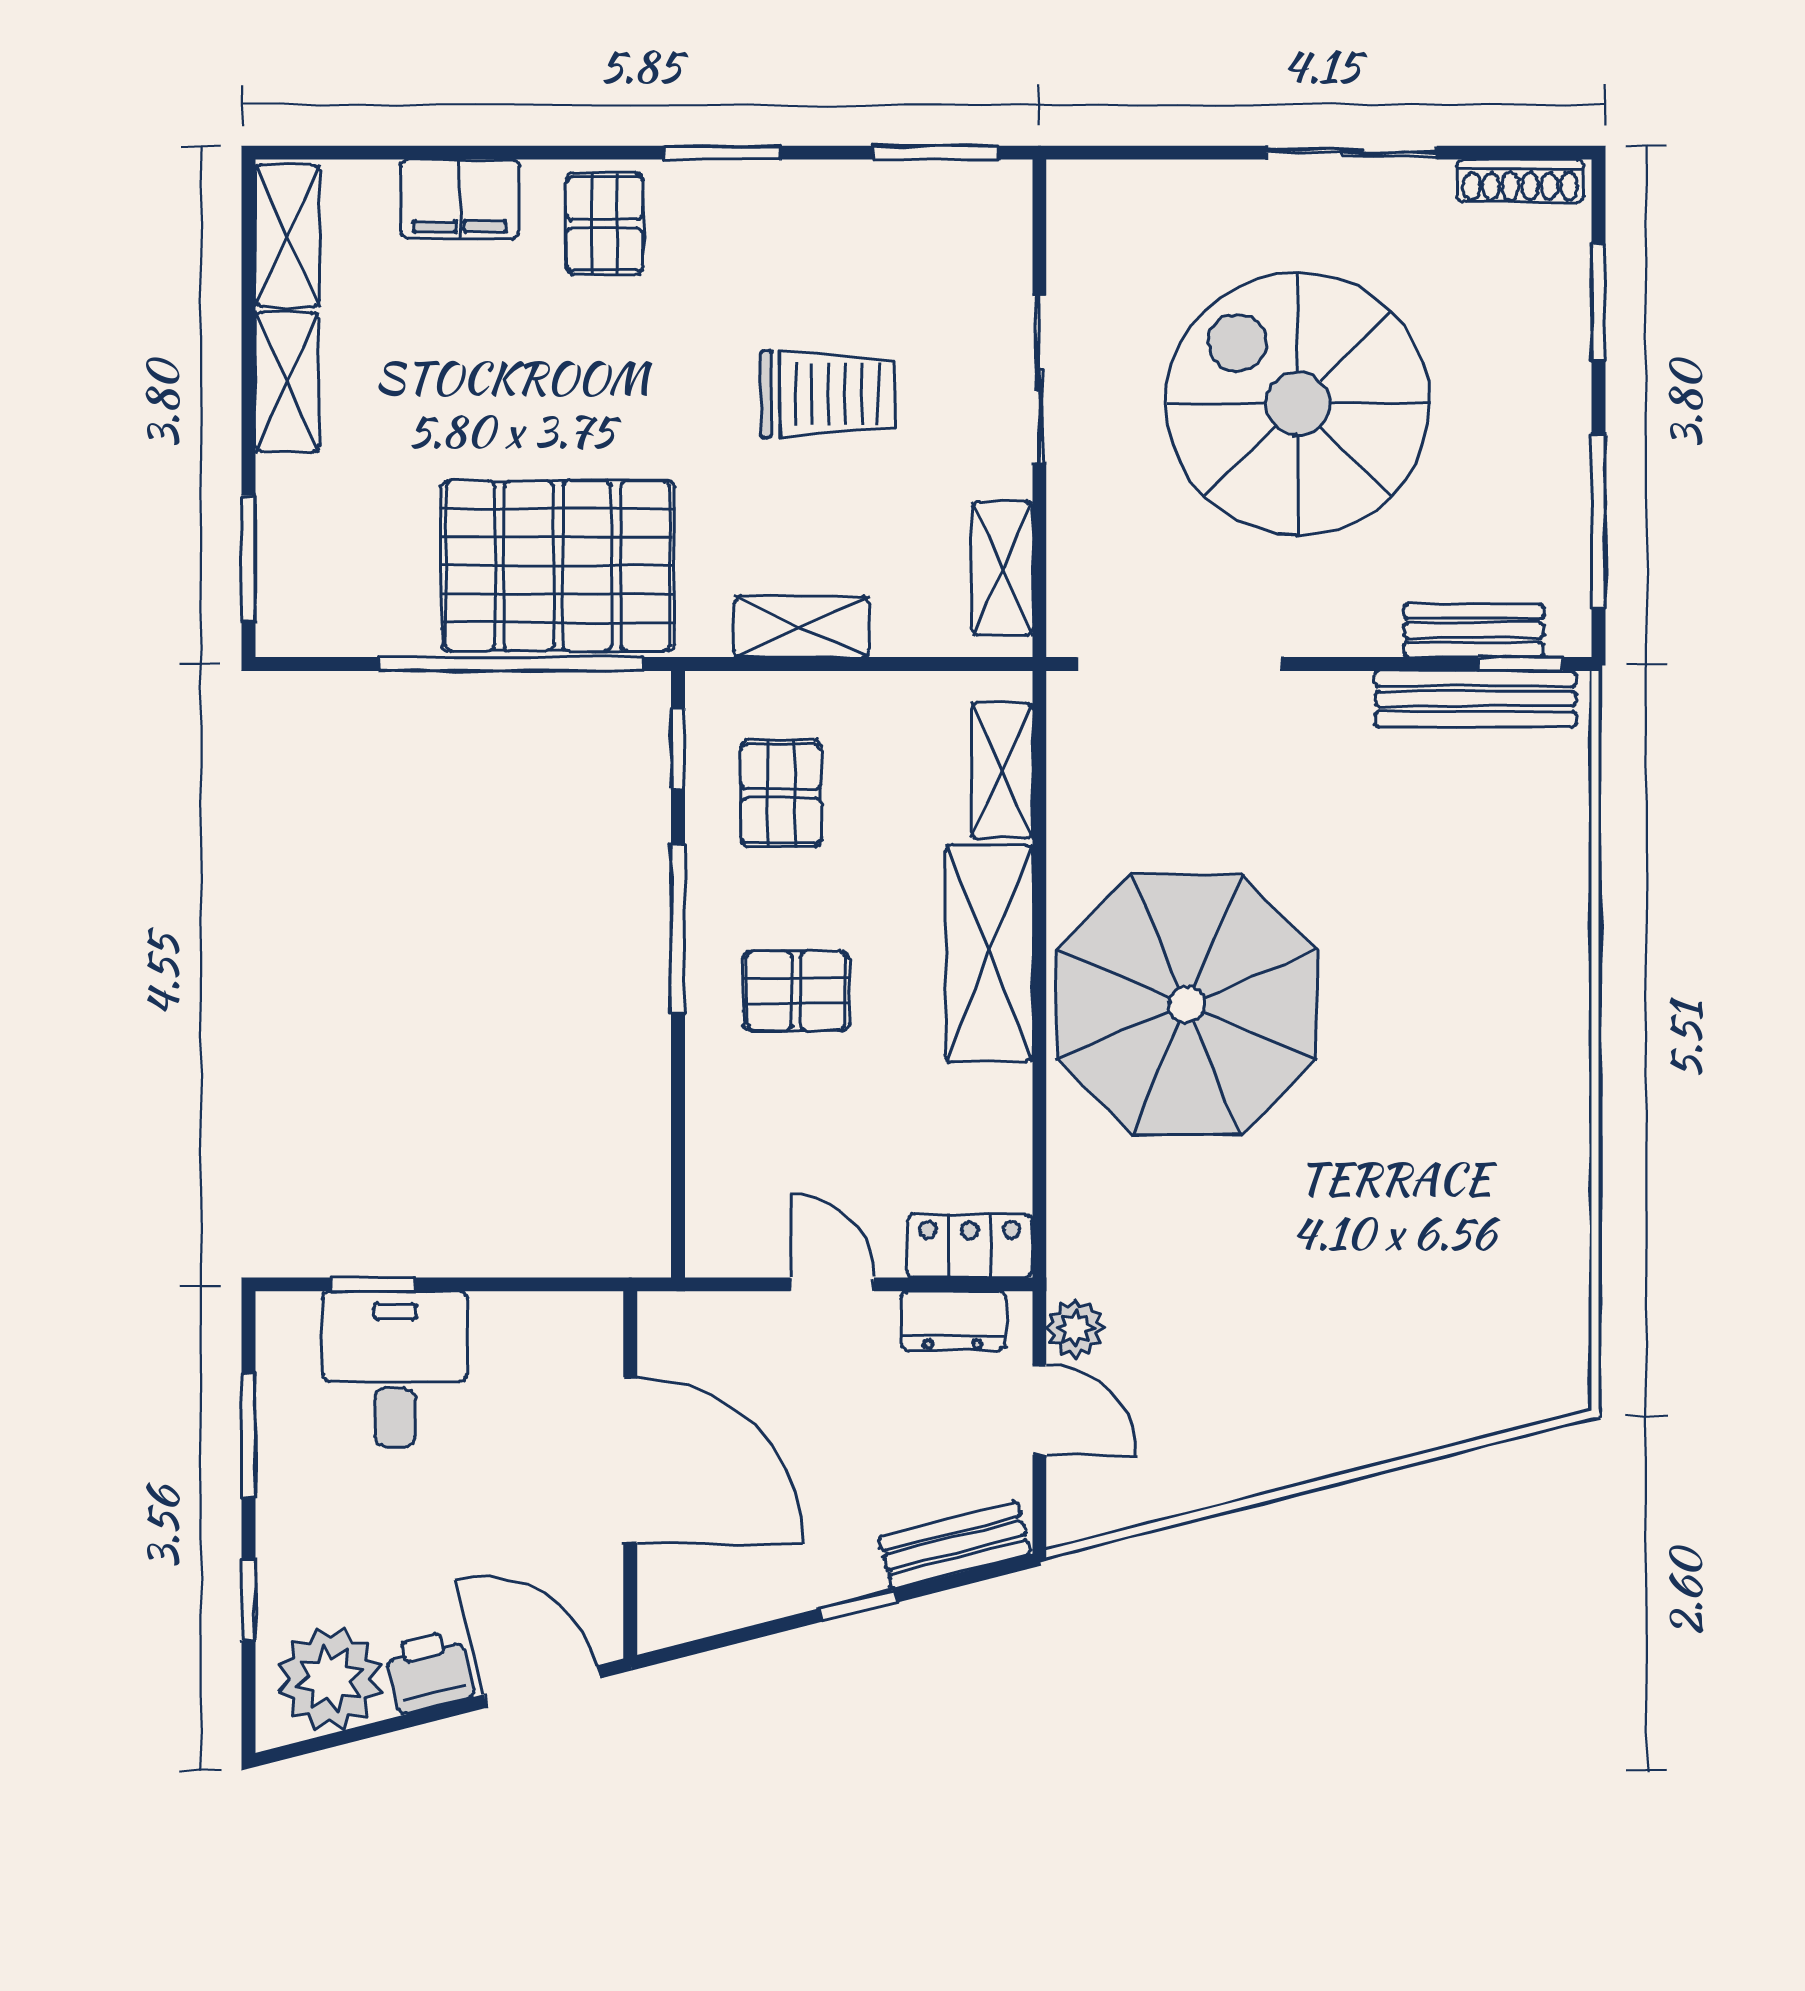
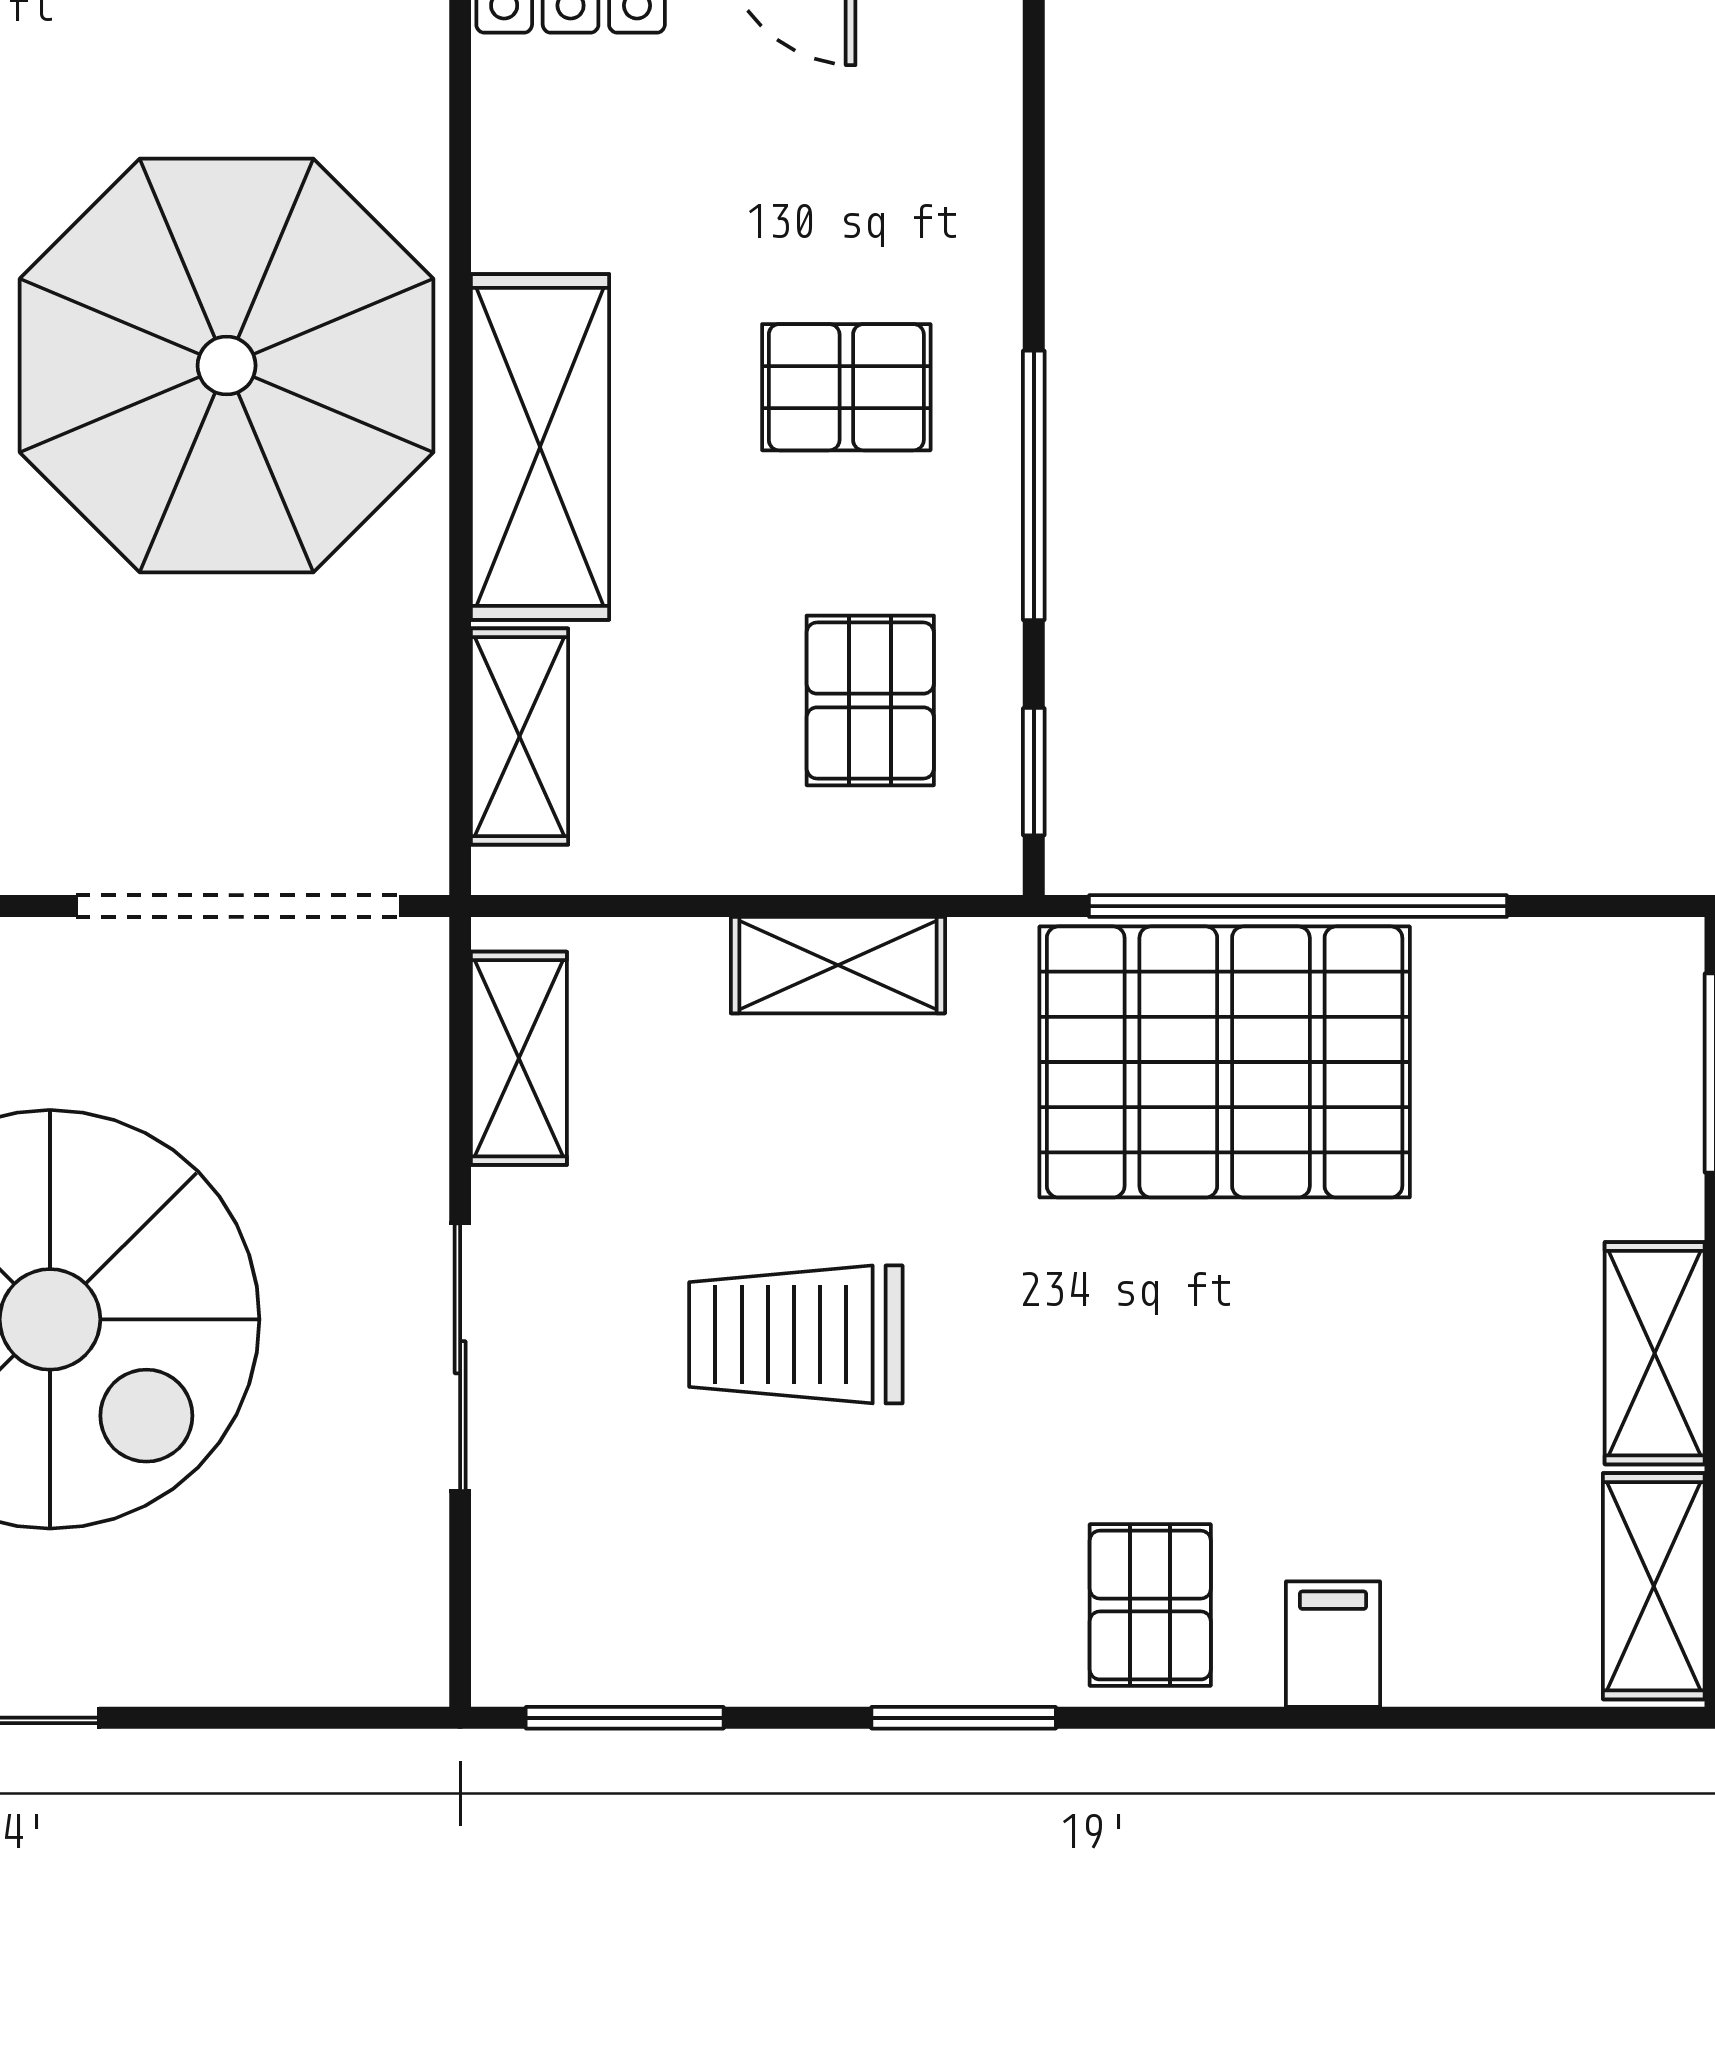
filing cabinet: (460, 199) -> (1333, 1644), width x0.50

